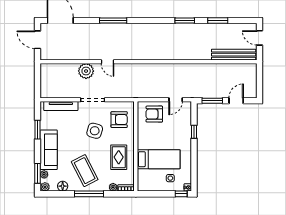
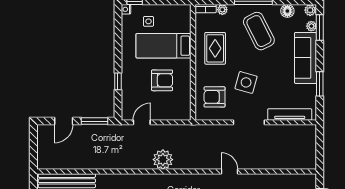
plant: (86, 71) -> (163, 160), moved
armchair: (154, 114) -> (162, 80), moved

